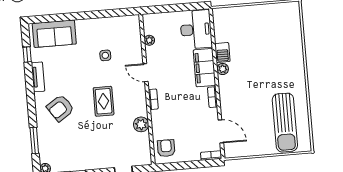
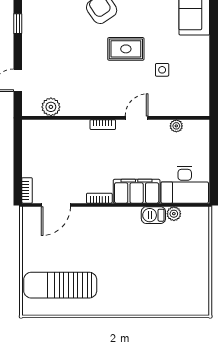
plant: (223, 69) -> (174, 214), moved
rug: (104, 101) -> (126, 49), moved
plant: (141, 124) -> (51, 107), moved
armchair: (166, 148) -> (41, 135), removed

